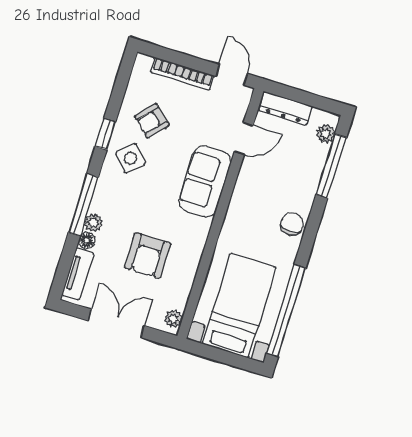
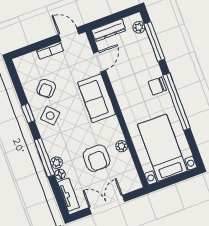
bookcase: (182, 74) -> (50, 50), width x0.64
chair: (292, 224) -> (157, 86), turned -90
window: (286, 310) -> (177, 102), moved
plant: (173, 319) -> (122, 146), moved

